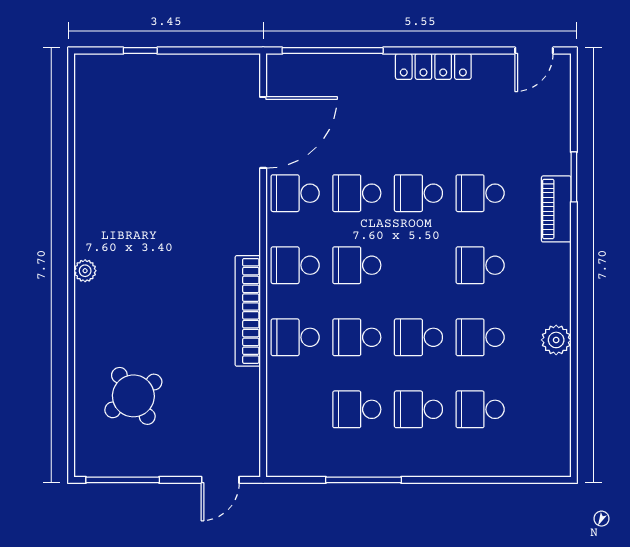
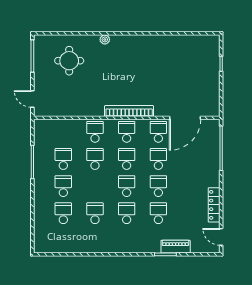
locker: (433, 66) -> (214, 205), moved
door: (263, 132) -> (185, 118), hinge flipped
piano: (556, 209) -> (176, 247), moved
plant: (85, 271) -> (105, 39), moved
bookcase: (248, 311) -> (129, 111), moved
school desk: (418, 337) -> (127, 186), moved
plant: (556, 340) -> (94, 247), removed
round table: (133, 396) -> (69, 61), turned 34

